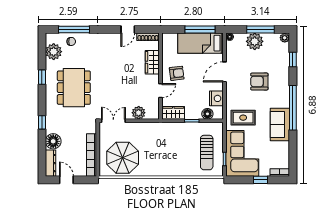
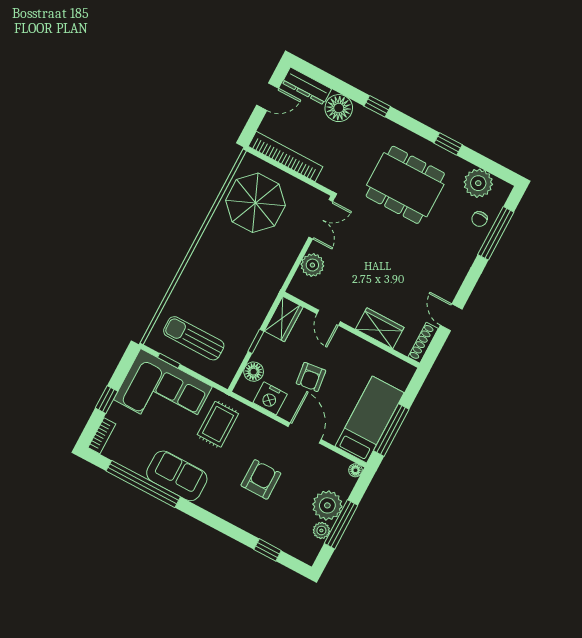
plant: (285, 38) -> (321, 530), moved
armchair: (177, 73) -> (311, 377), moved
window: (293, 108) -> (143, 484), moved

